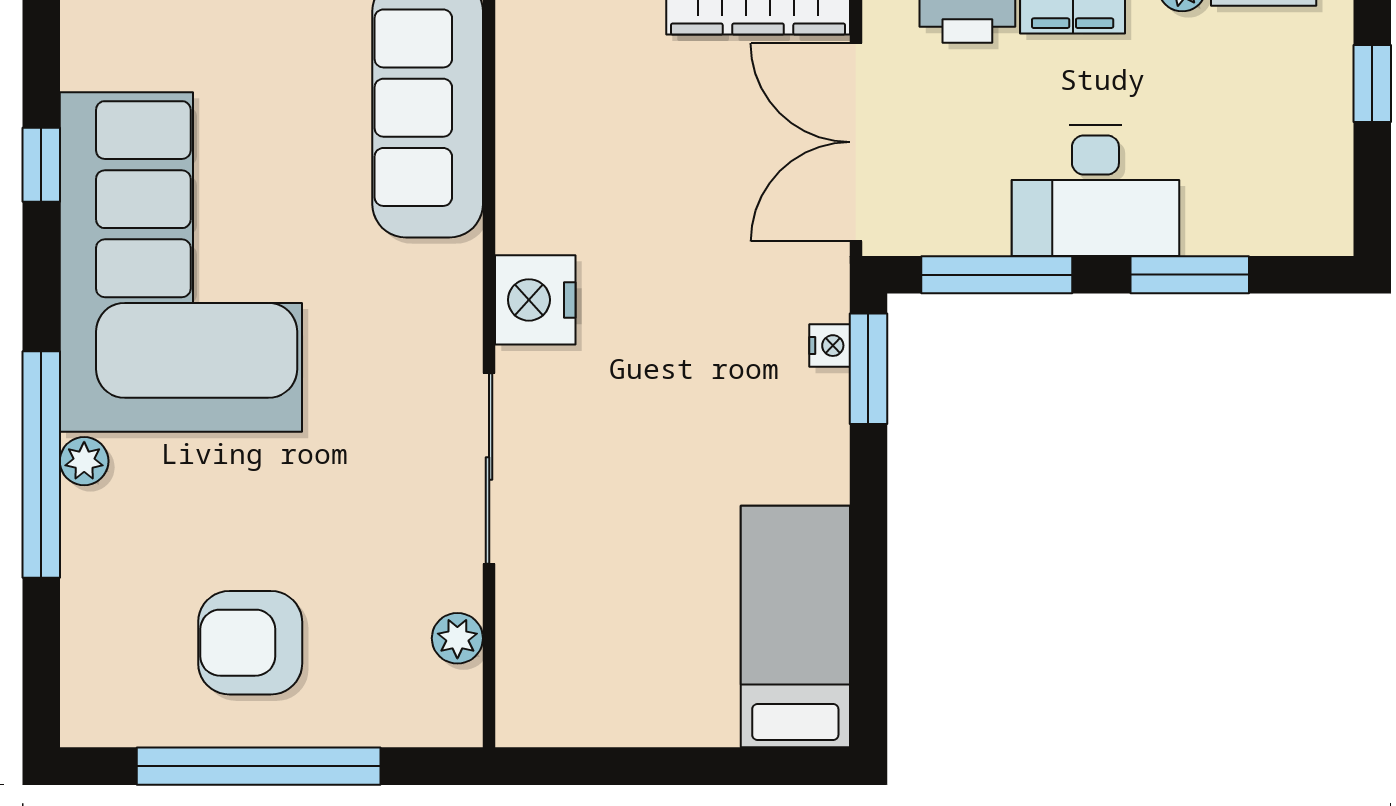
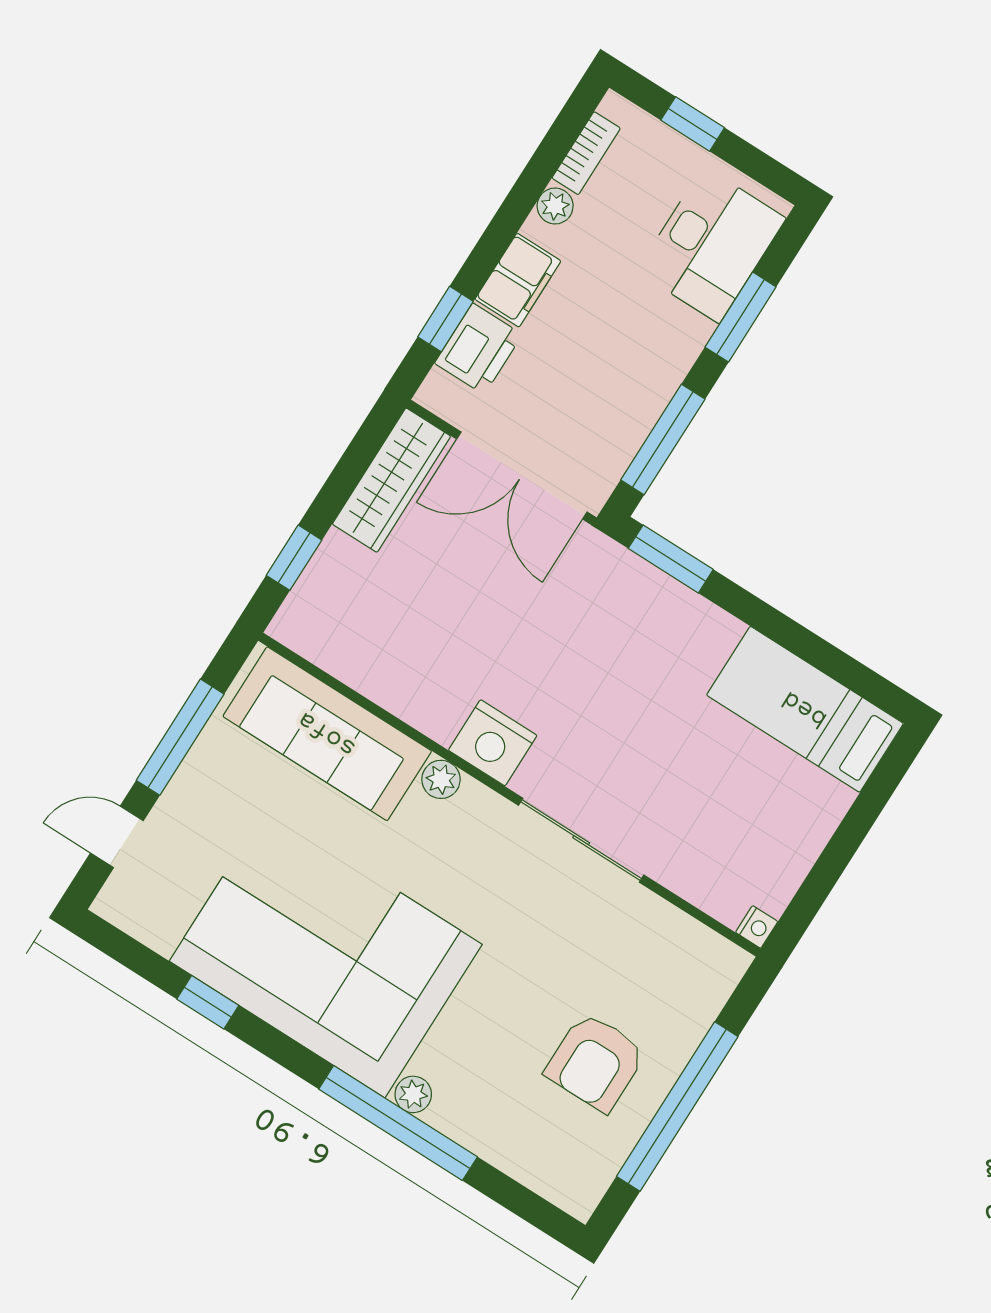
desk: (1095, 190) -> (711, 245), moved
nightstand: (830, 346) -> (757, 927), moved, turned 90
plant: (457, 638) -> (441, 779), moved

